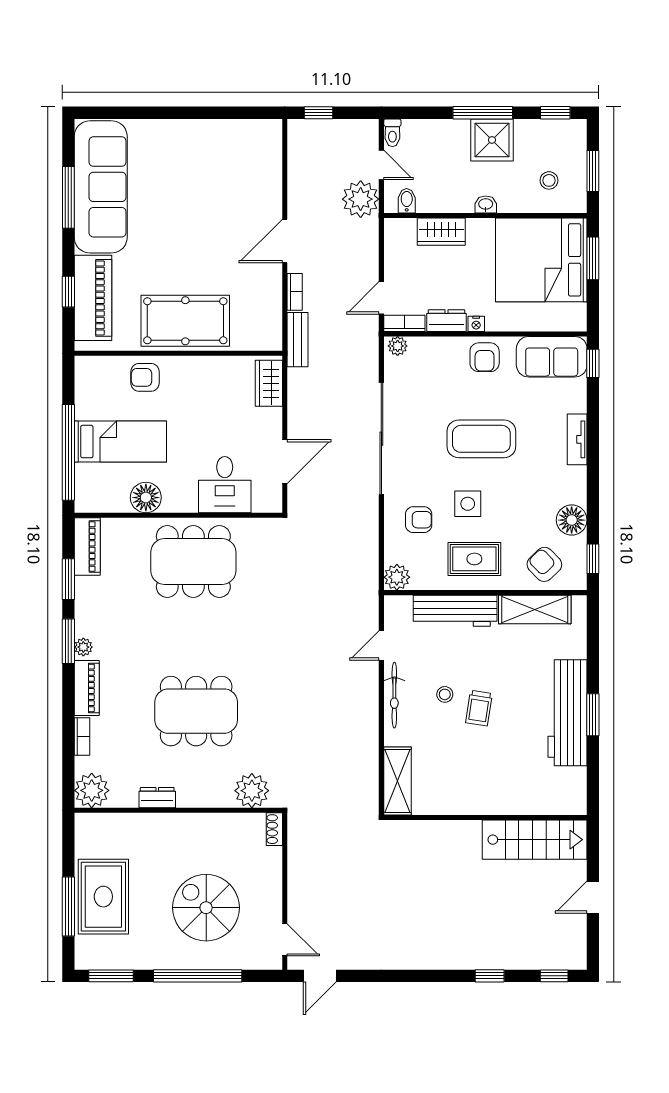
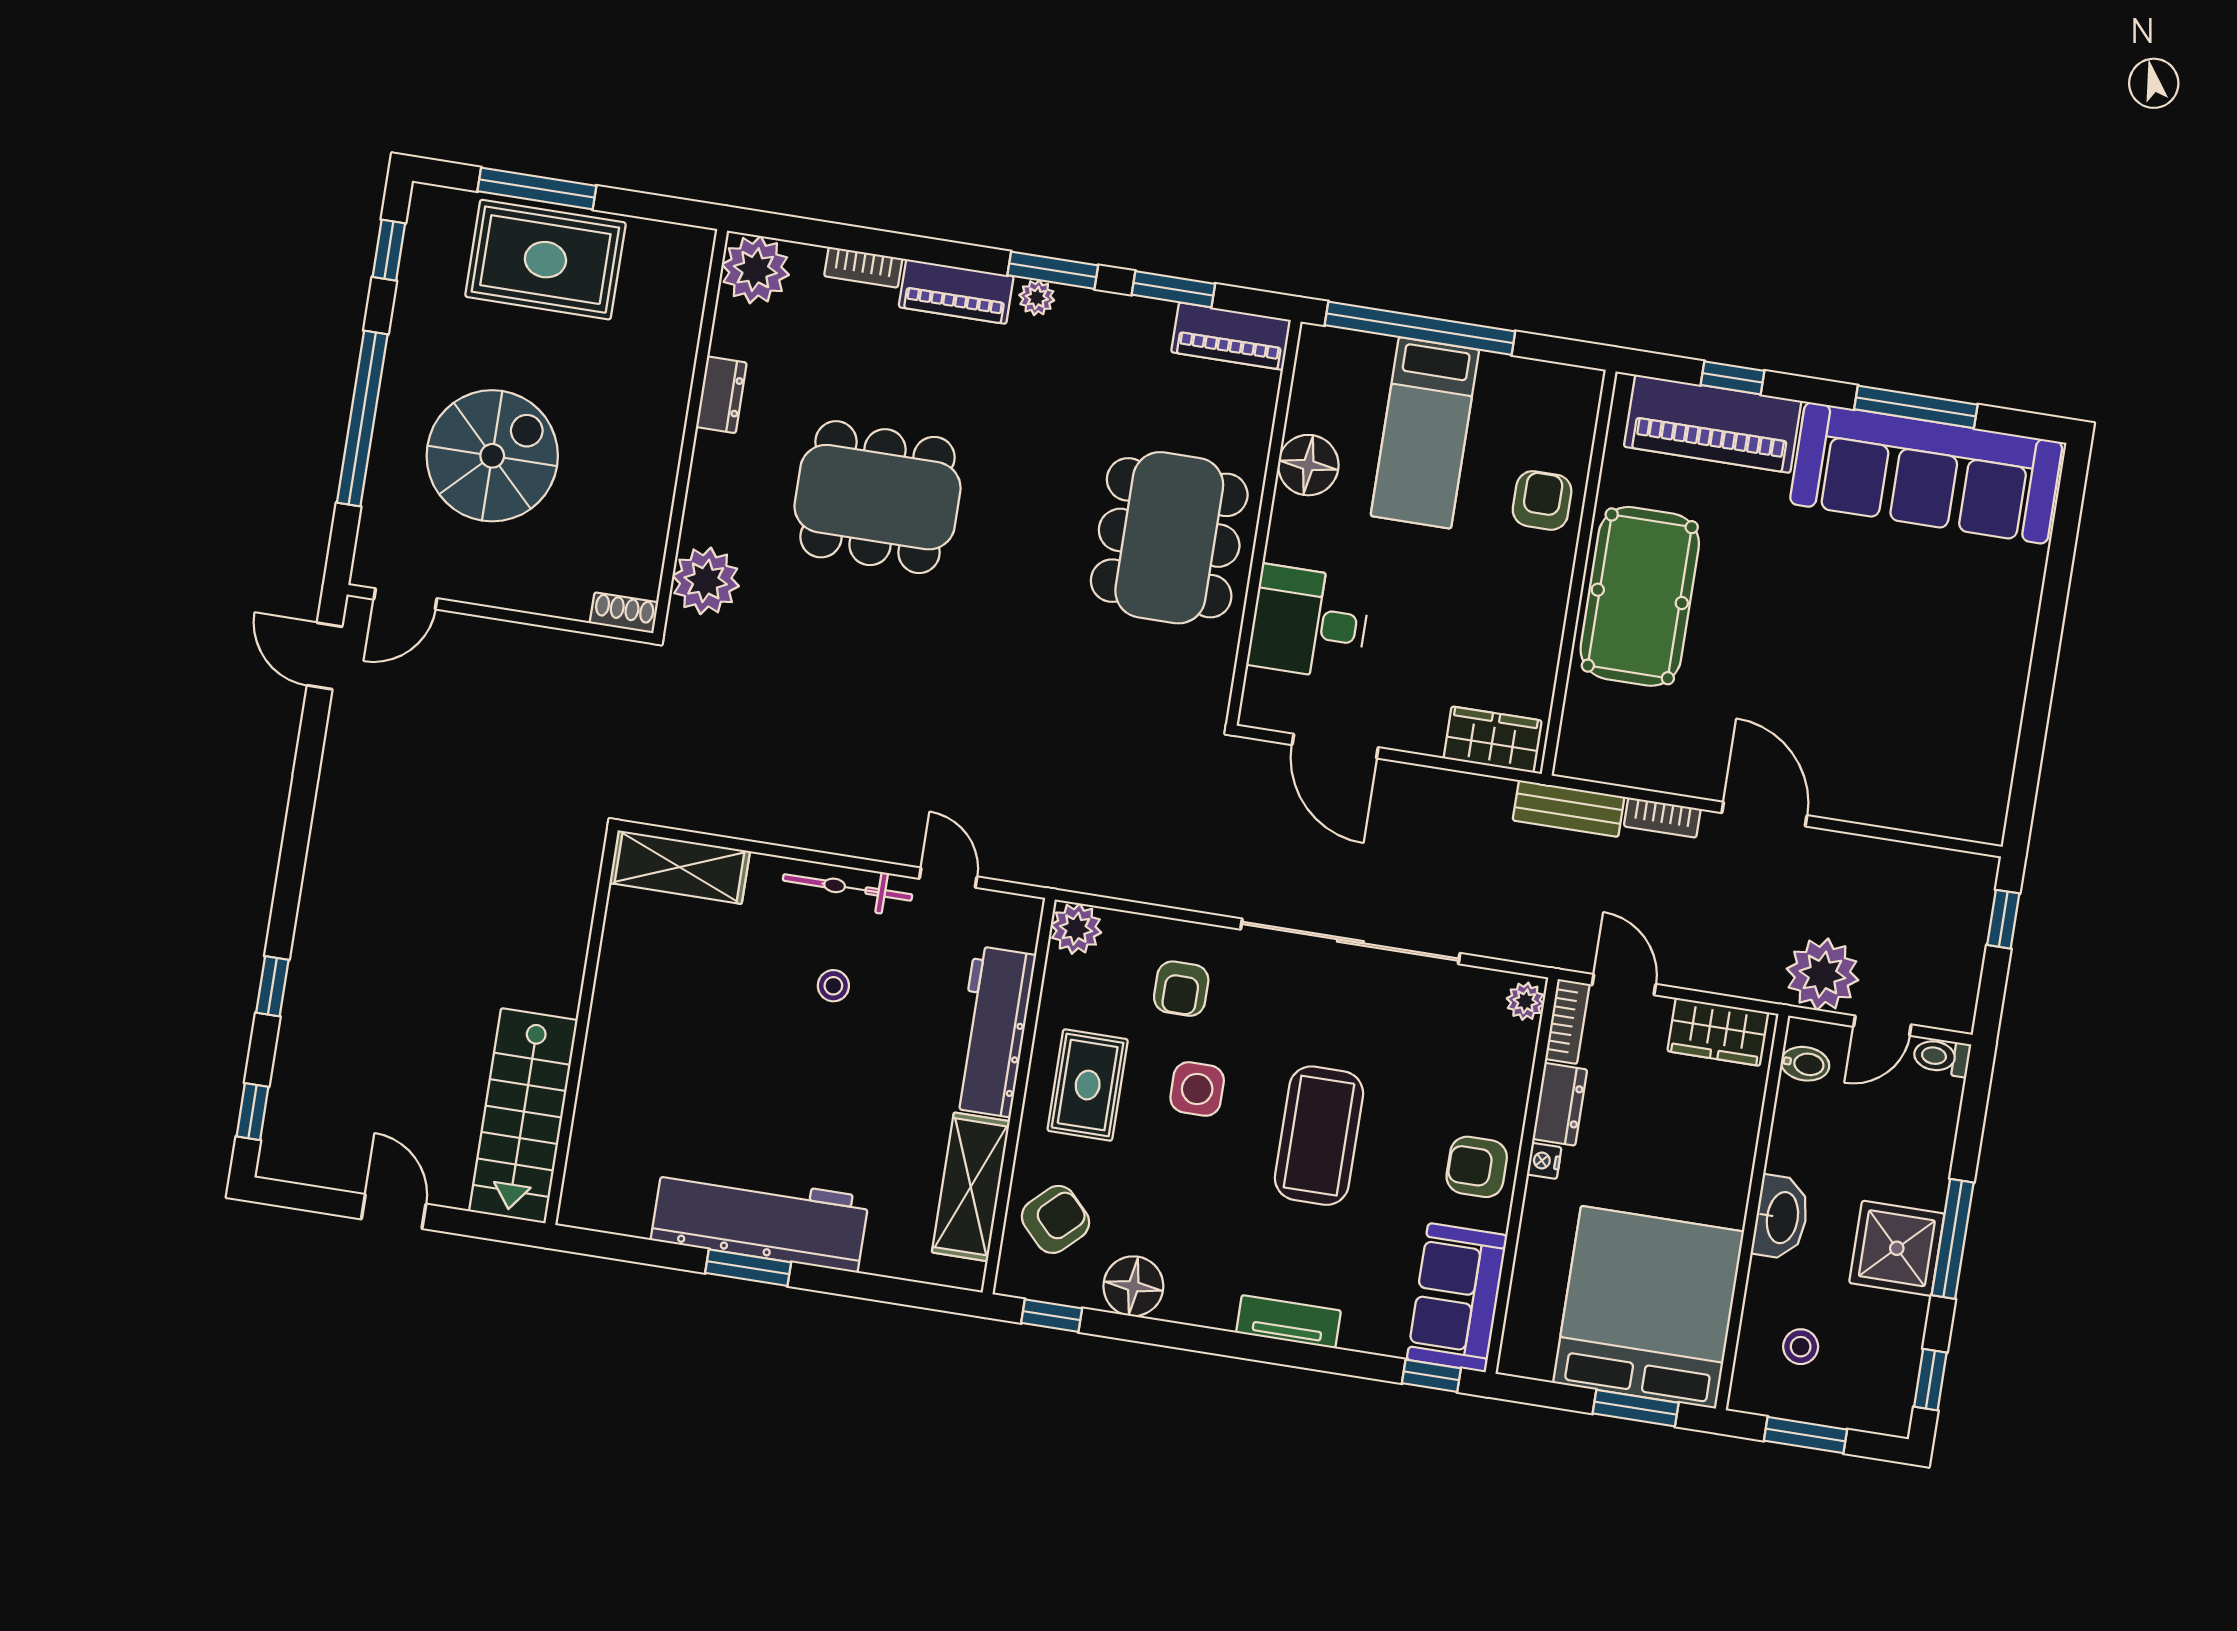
washbasin: (486, 204) -> (1781, 1217), width x1.91, depth x1.45
wardrobe: (441, 232) -> (1718, 1032), moved, turned -90
trolley: (479, 708) -> (796, 1048), removed
dining table: (196, 711) -> (877, 497), turned 90
window: (111, 976) -> (389, 250), width x0.67

